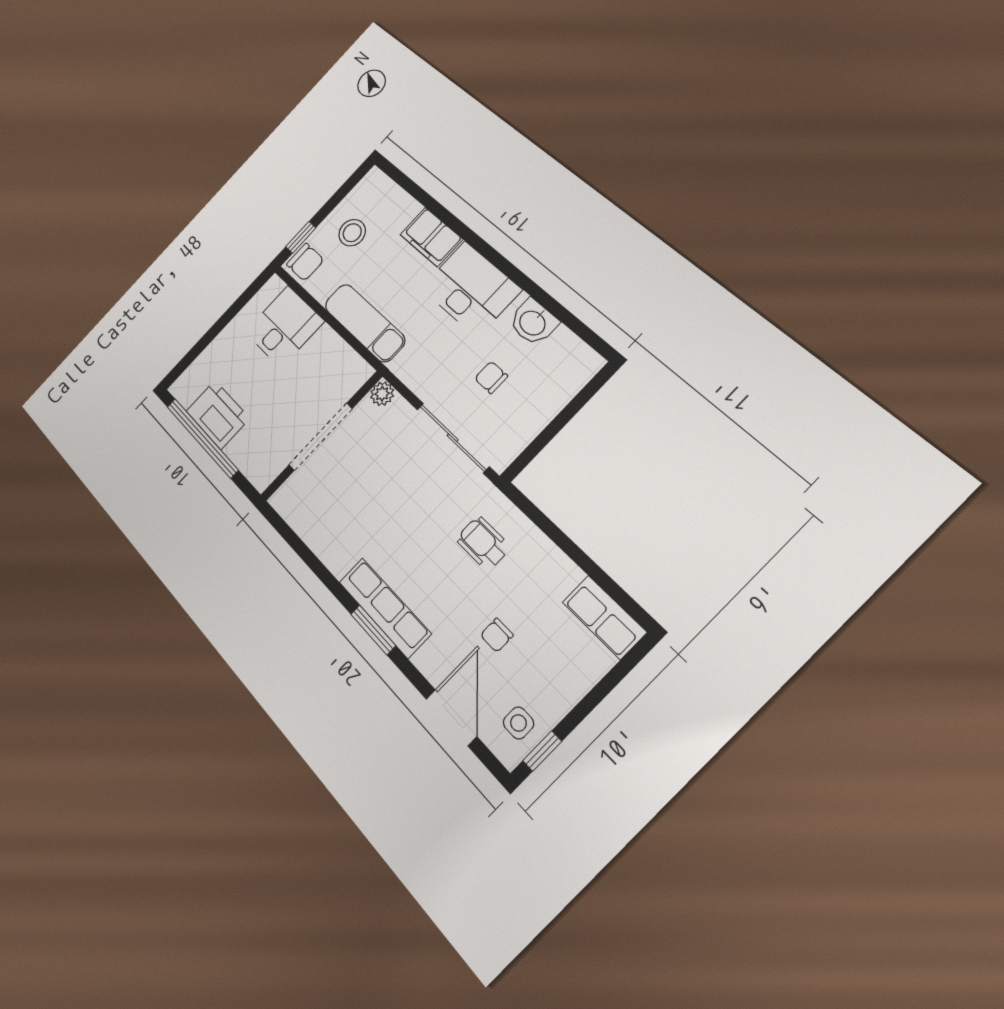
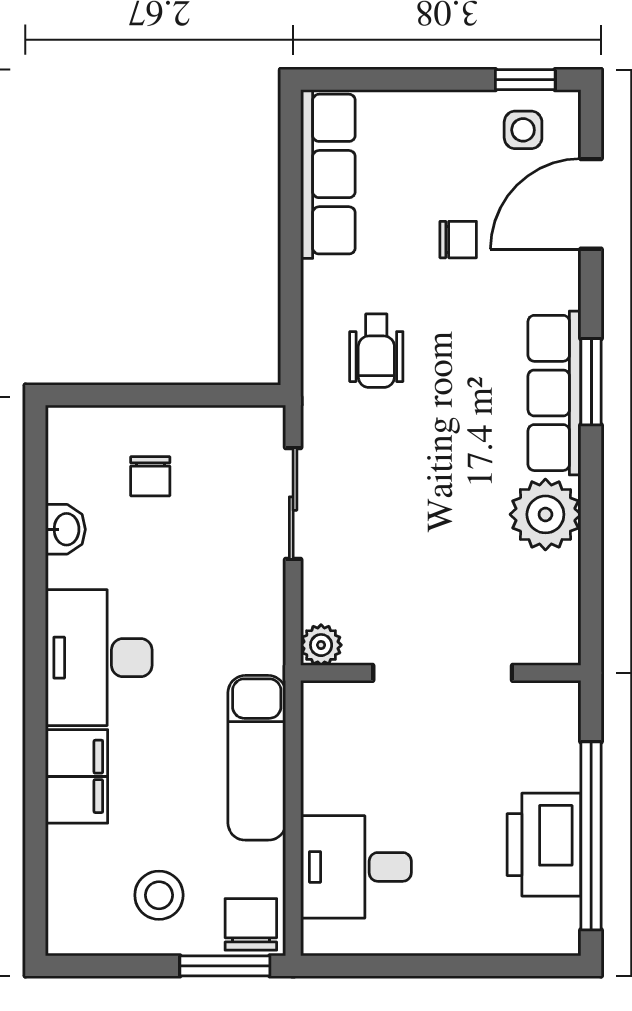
window: (301, 237) -> (225, 966), width x1.50
washbasin: (533, 322) -> (65, 529), width x0.72, depth x0.69
chair: (491, 377) -> (150, 476), moved
sliding door: (453, 438) -> (293, 504), width x0.73
plant: (339, 549) -> (545, 514), added
row of seats: (604, 617) -> (328, 174), width x1.48

